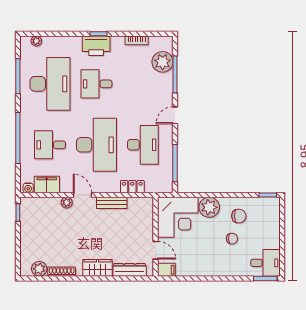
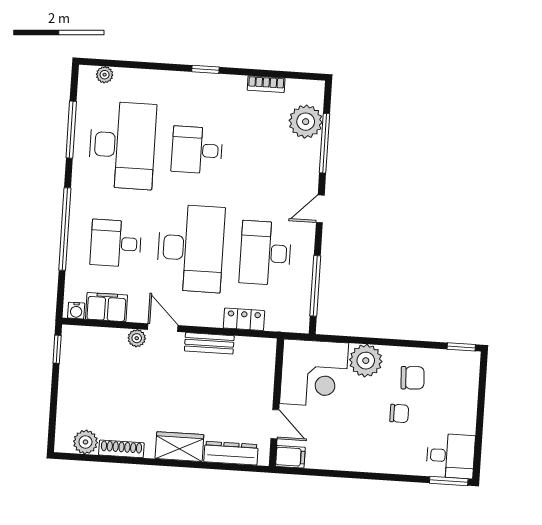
printer: (96, 46) -> (200, 88), removed
desk: (143, 145) -> (265, 253), turned 180

